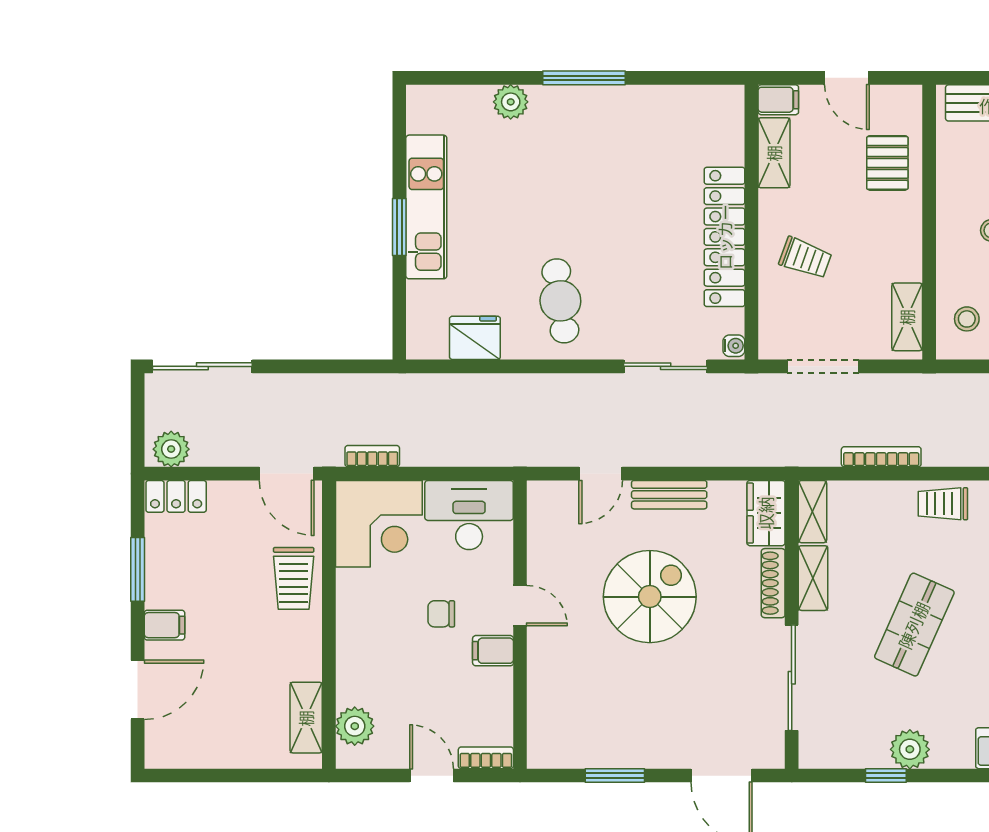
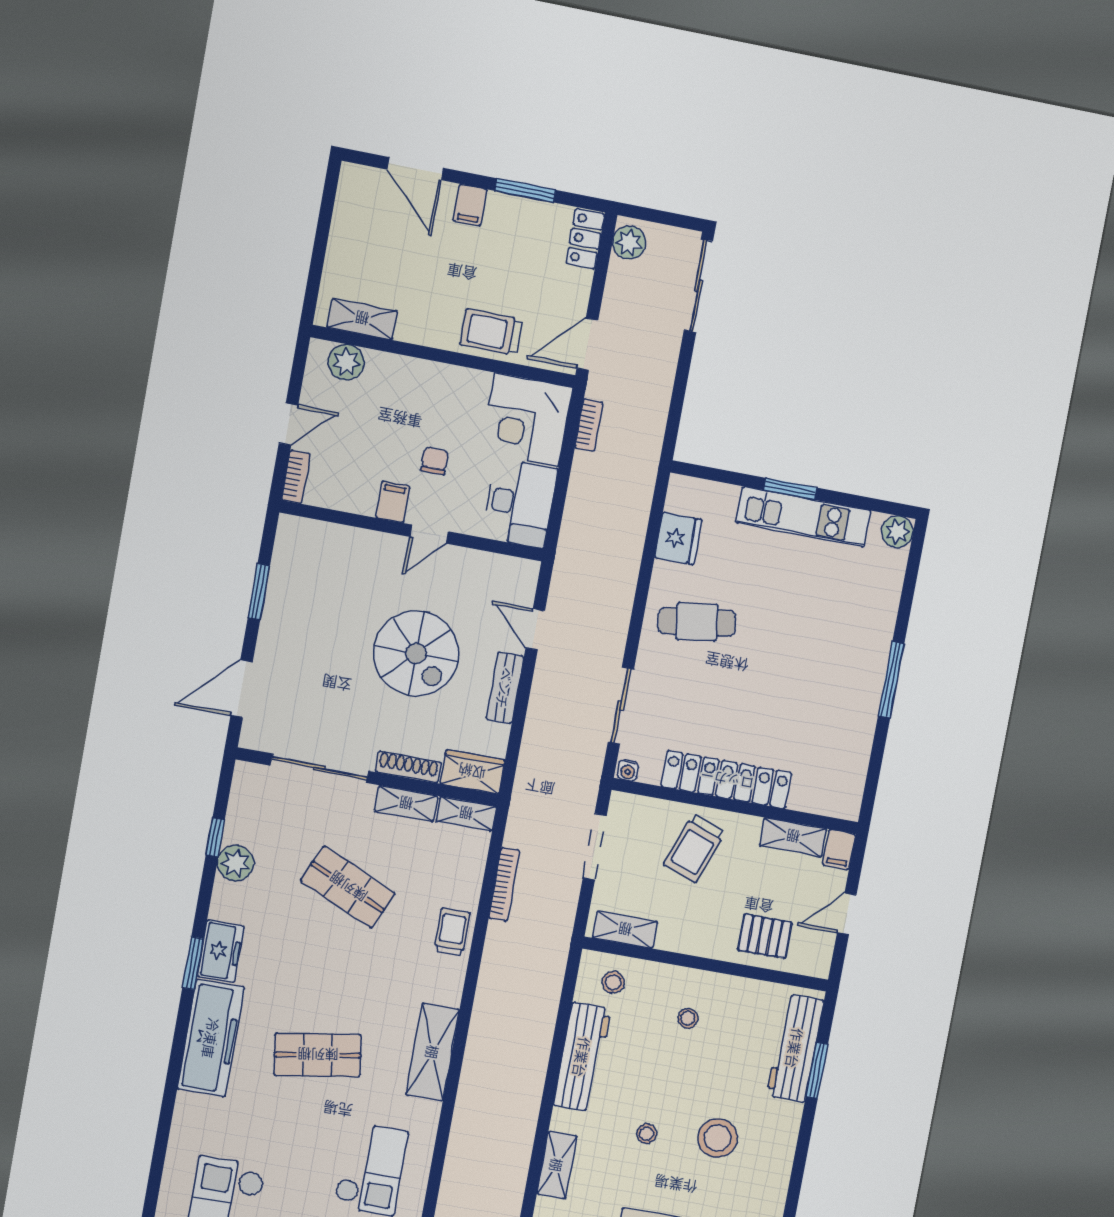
plant: (511, 102) -> (897, 532), moved
trolley: (805, 258) -> (694, 848), width x1.36, depth x1.39

